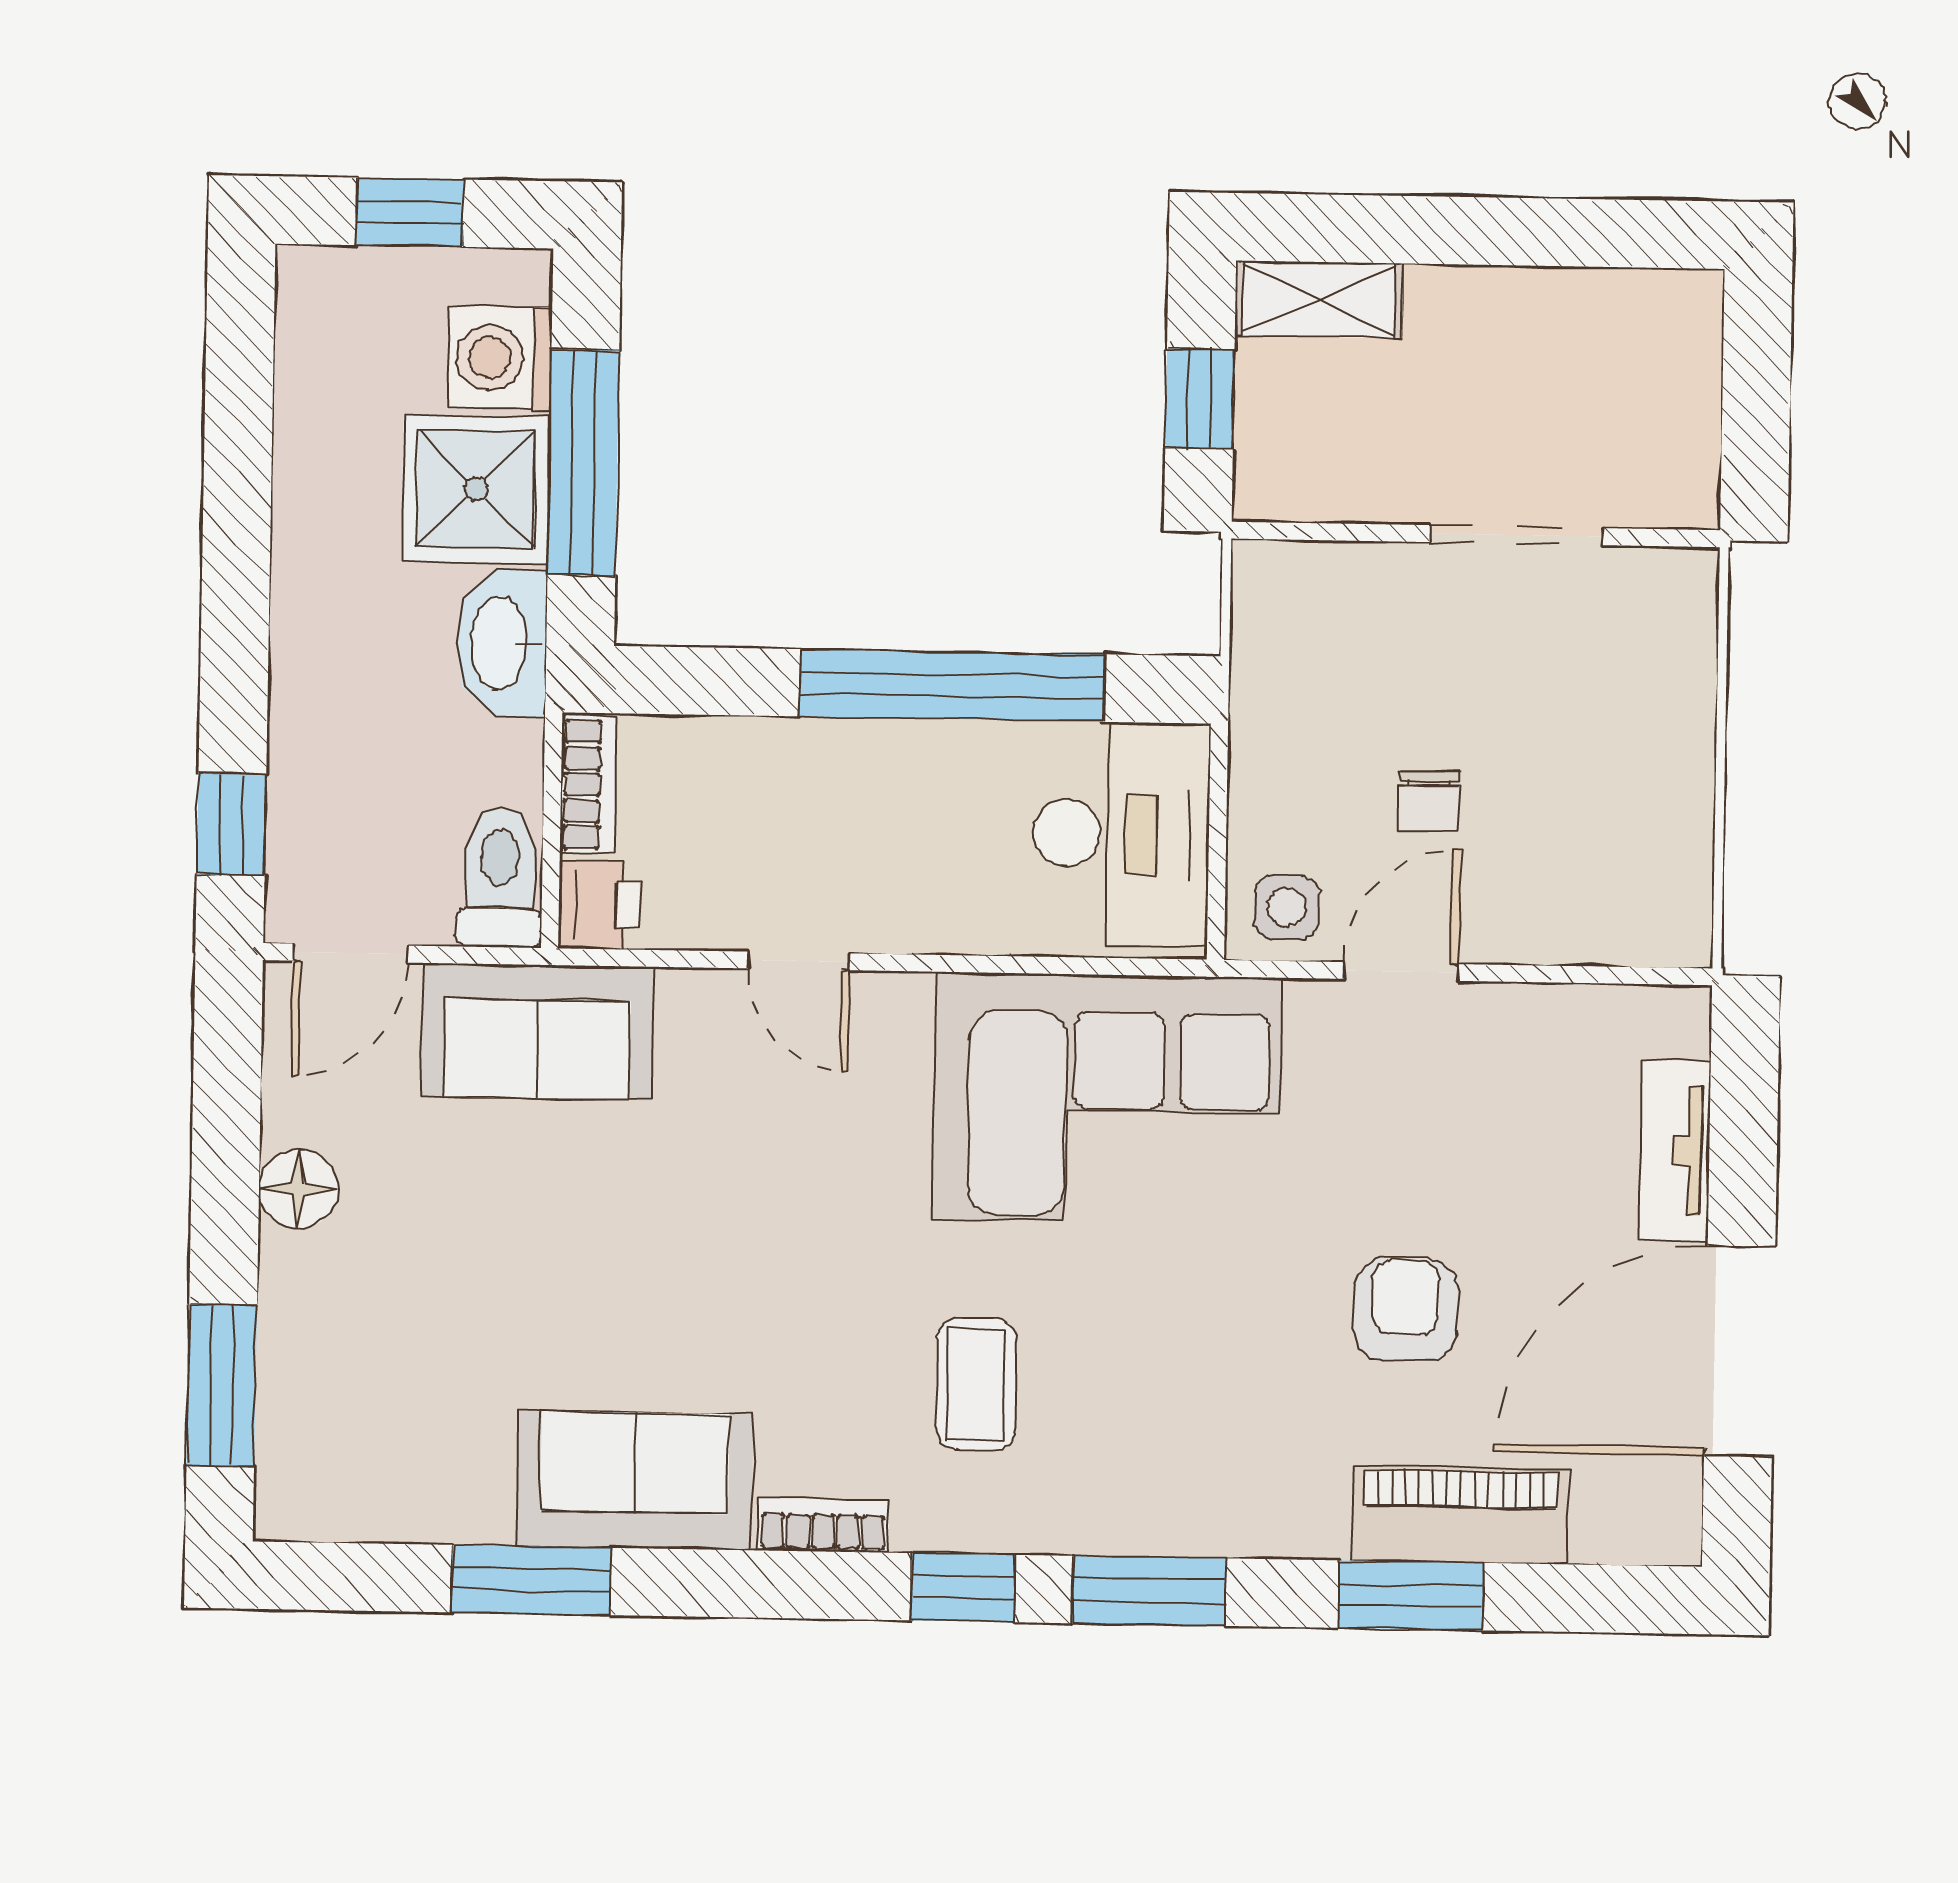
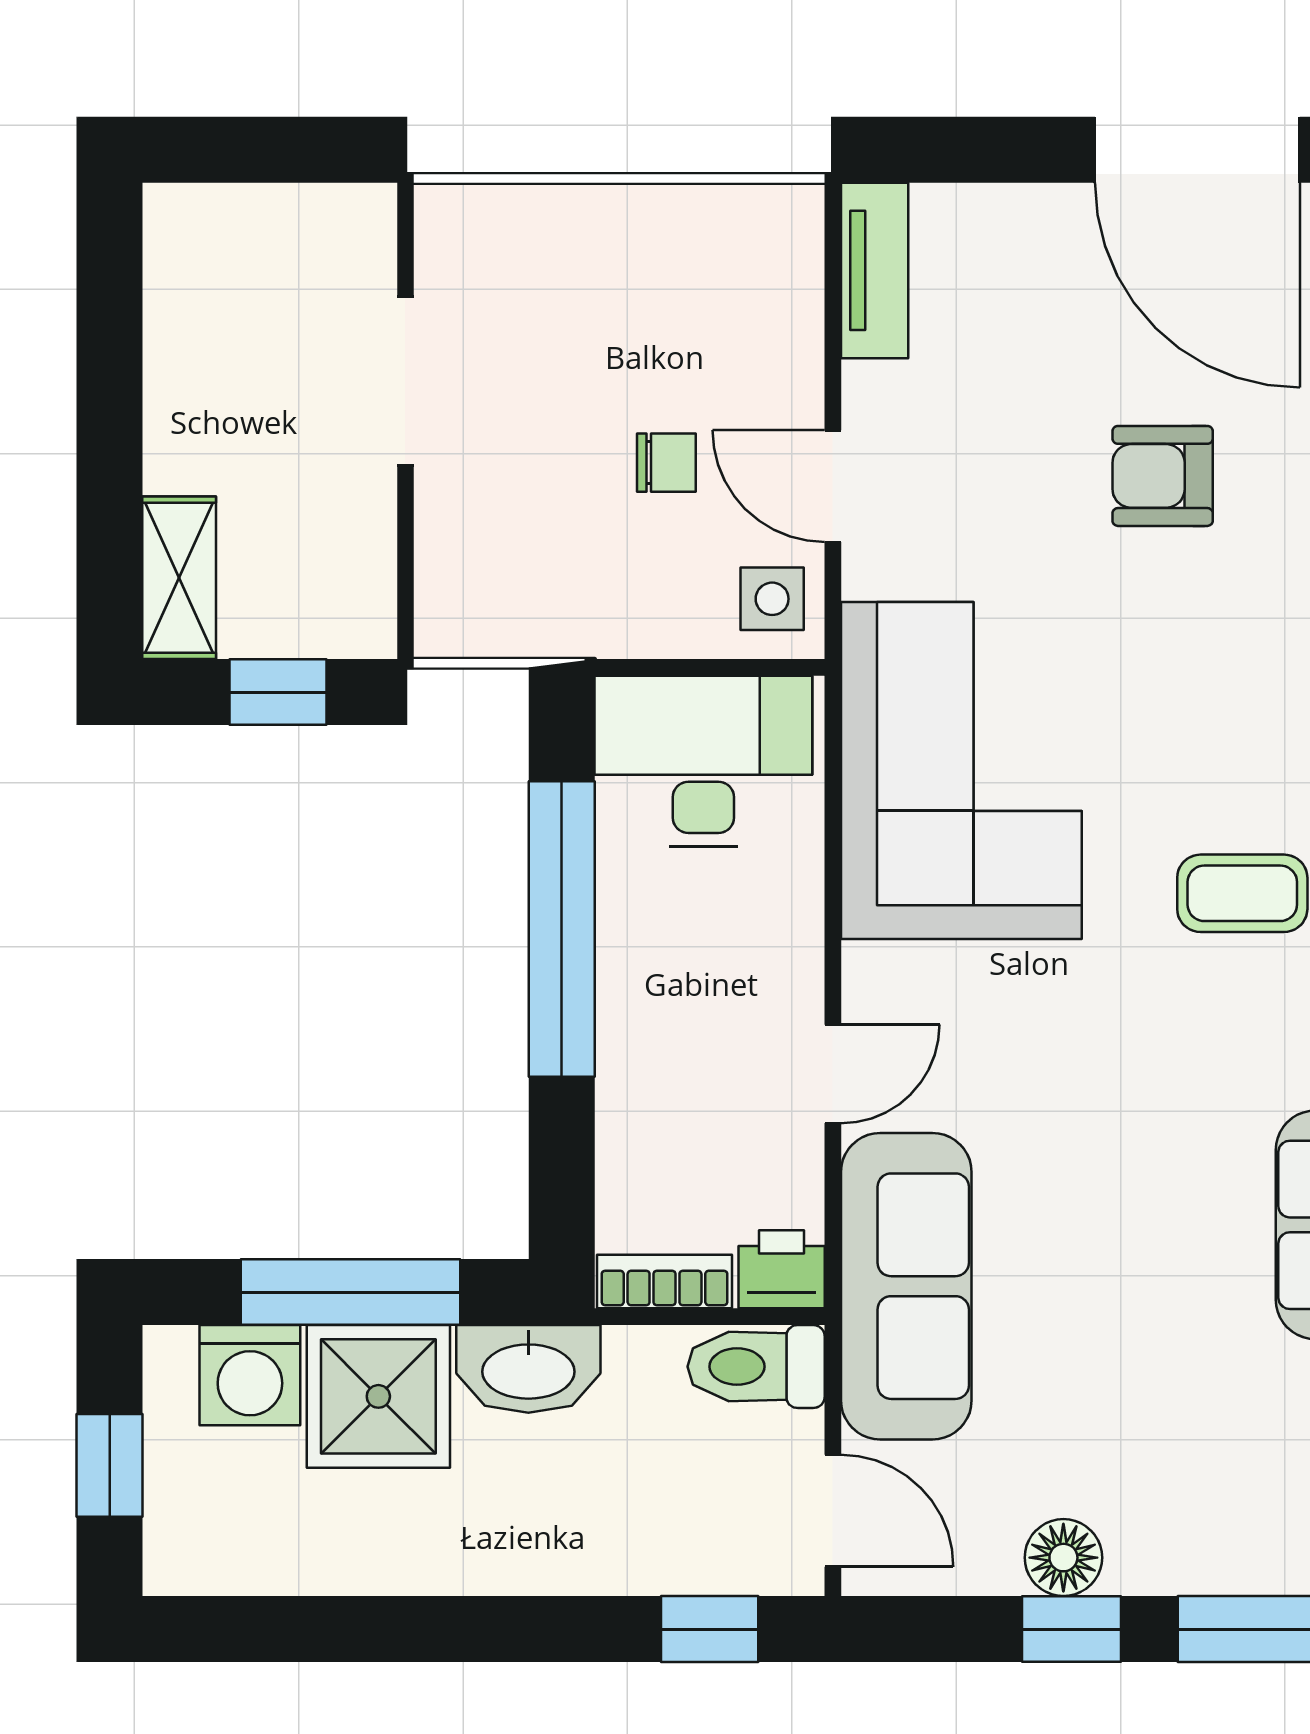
sofa: (538, 1032) -> (906, 1286), width x1.36
tv unit: (1675, 1151) -> (875, 270), moved, turned -90
window: (225, 1196) -> (1071, 1629), added

